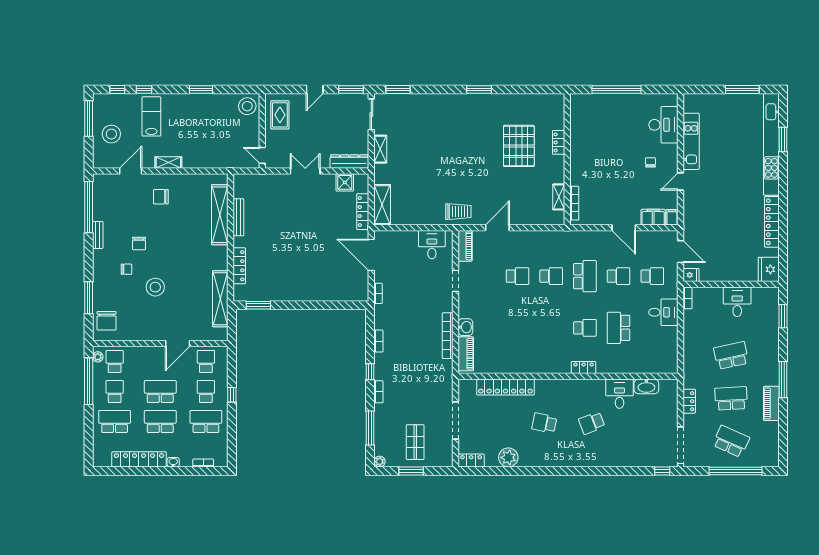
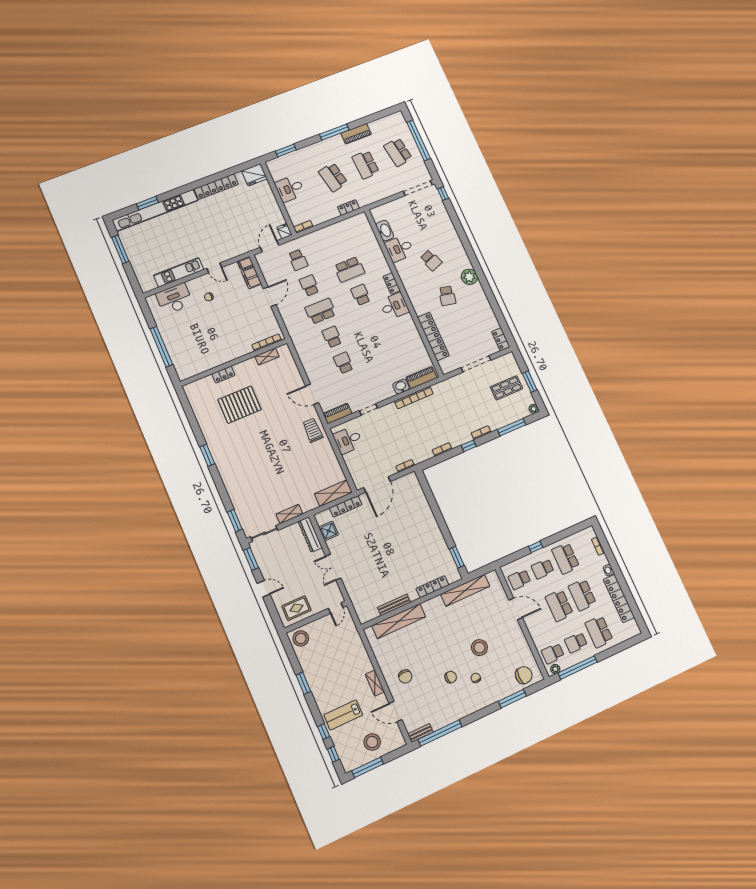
bench: (98, 235) -> (421, 733), moved
school desk: (652, 276) -> (298, 260), turned 180
desk: (663, 312) -> (394, 306), moved, turned 90
locker: (689, 401) -> (349, 208), moved
school desk: (731, 441) -> (398, 152), turned -33
plant: (508, 457) -> (469, 277), moved

